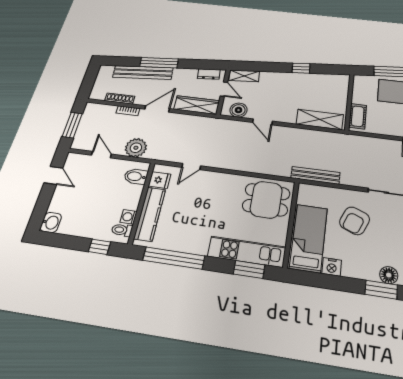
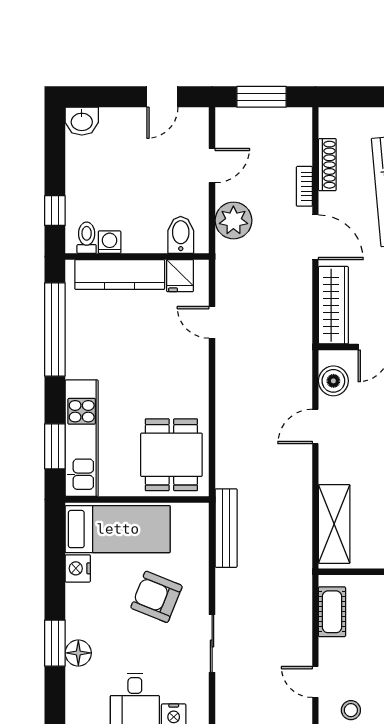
cot: (358, 116) -> (332, 612), moved, turned 90

